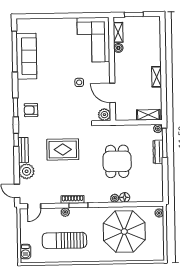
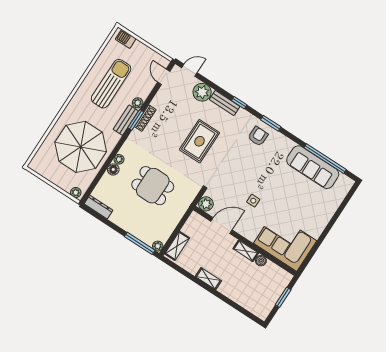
shelving: (118, 32) -> (246, 251), moved
dresser: (158, 152) -> (98, 207), moved
bench: (83, 212) -> (126, 120), added

